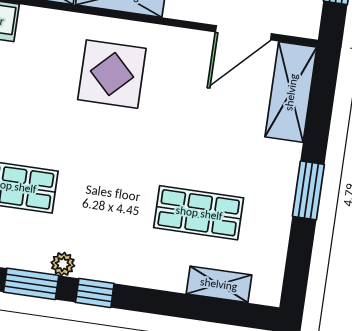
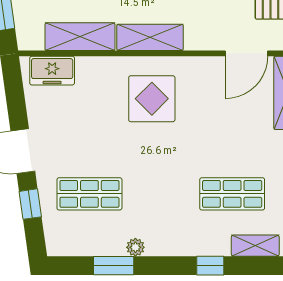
window: (95, 293) -> (210, 266), moved

